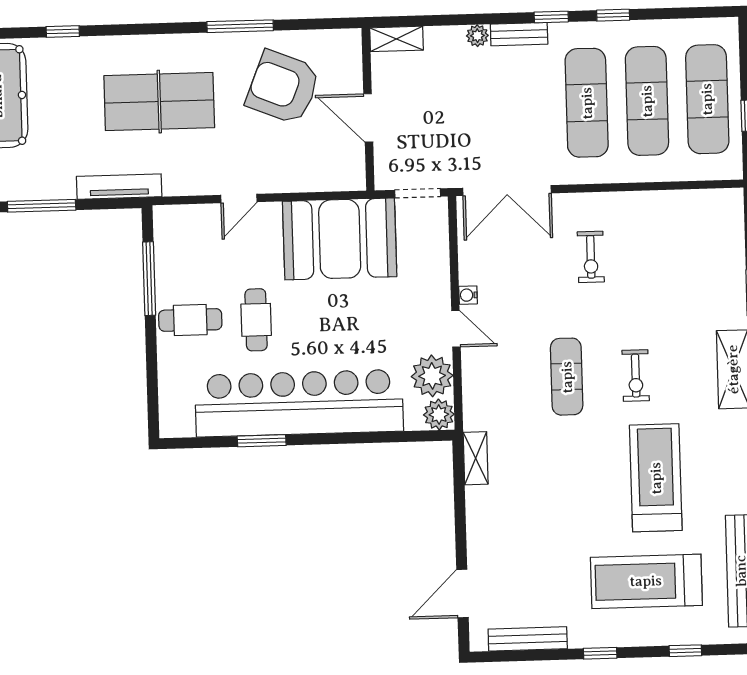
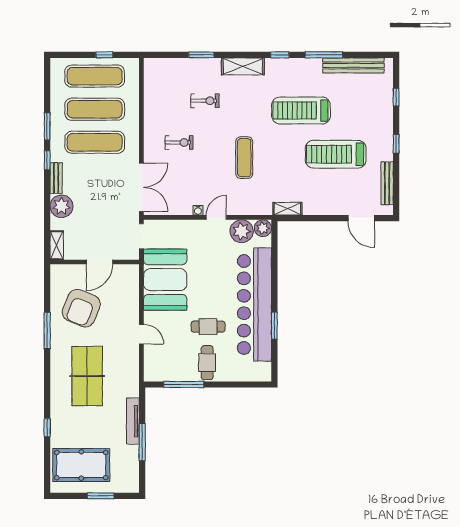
window: (613, 15) -> (47, 126), width x1.50
plant: (477, 36) -> (61, 206), width x1.87, depth x1.87
tv unit: (119, 187) -> (133, 421), moved
exercise bike: (636, 376) -> (205, 101), moved
exercise mat: (567, 377) -> (244, 158), turned 90
treadmill: (646, 581) -> (336, 154), moved, turned 90

